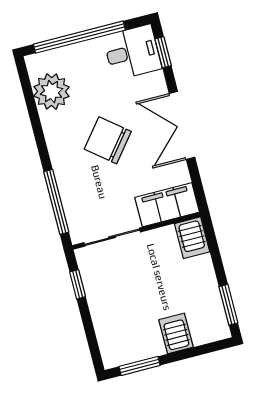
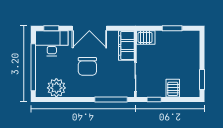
desk: (132, 52) -> (52, 43), width x1.37
chair: (108, 140) -> (87, 66), turned -39
window: (228, 305) -> (172, 28), moved
server rack: (176, 333) -> (173, 88), moved, turned 90

